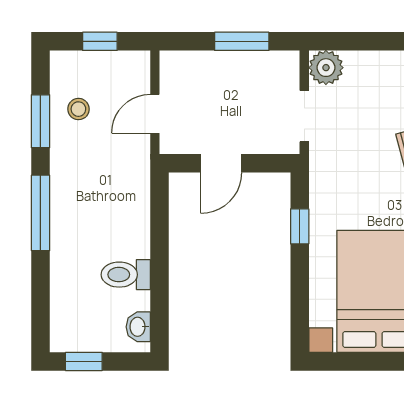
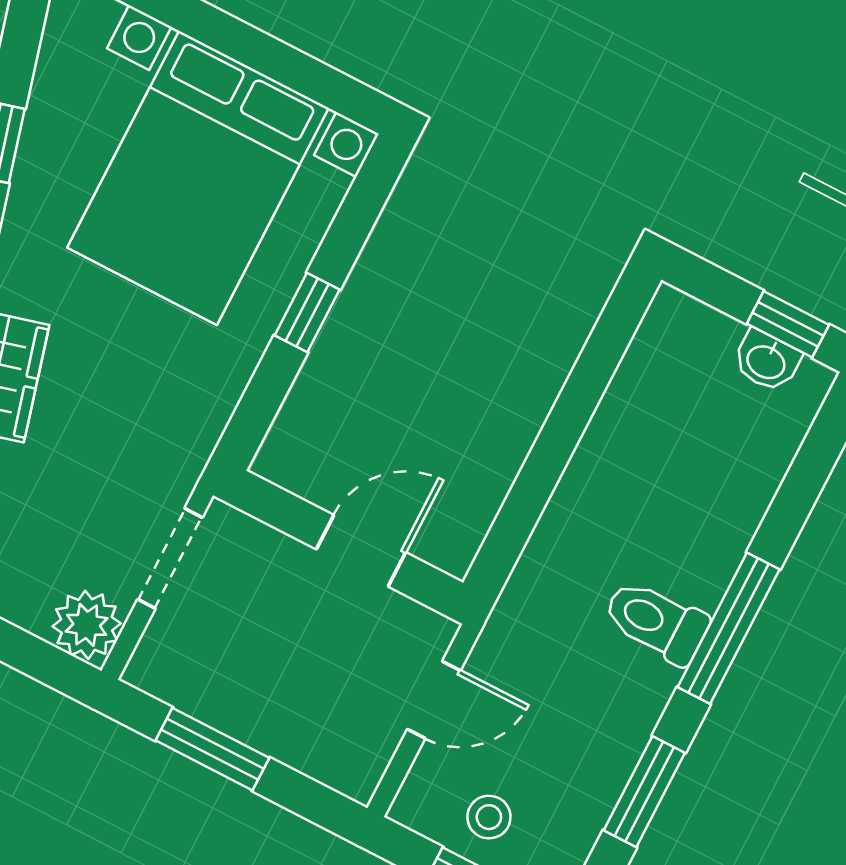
stool: (78, 109) -> (489, 817), moved
window: (300, 226) -> (307, 313), moved
toilet: (126, 275) -> (656, 621), moved, turned 180
washbasin: (138, 327) -> (767, 361), moved, turned 90

